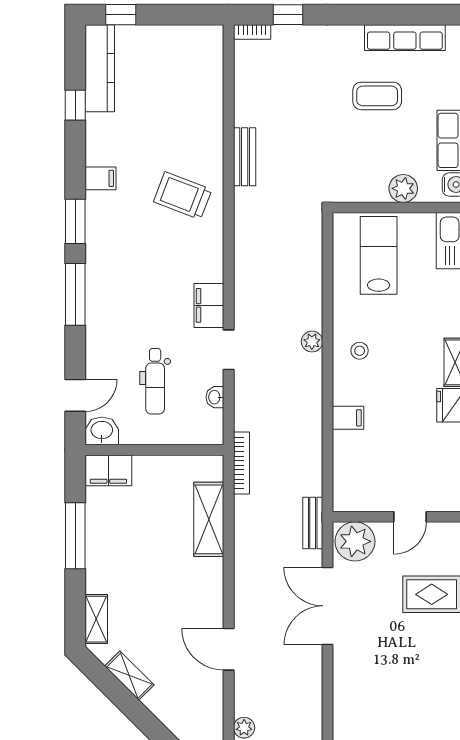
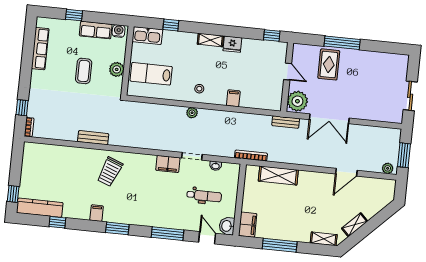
coffee table: (377, 96) -> (84, 71), moved
plant: (403, 188) -> (117, 69), moved
window: (75, 294) -> (168, 234), moved

